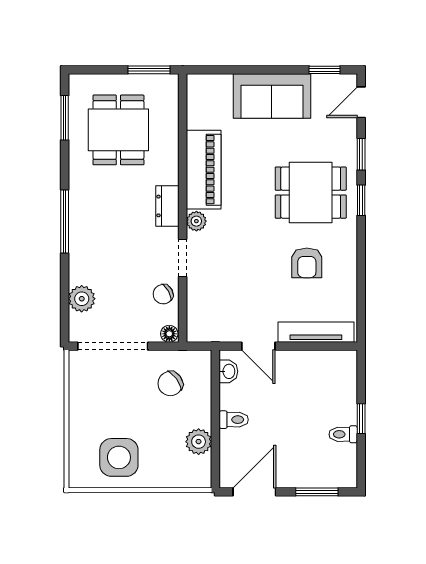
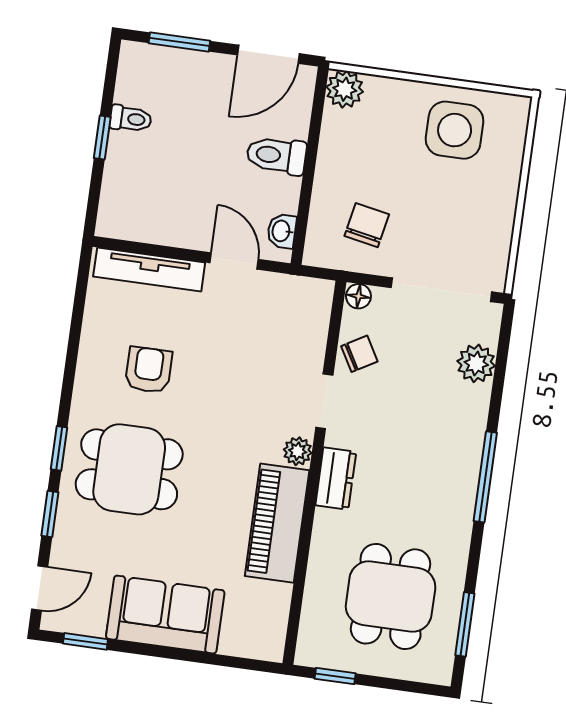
window: (149, 70) -> (335, 676), width x0.67
chair: (170, 384) -> (367, 225), turned -43
toilet: (234, 420) -> (276, 155), width x1.37, depth x1.39
plant: (199, 442) -> (345, 89), moved

